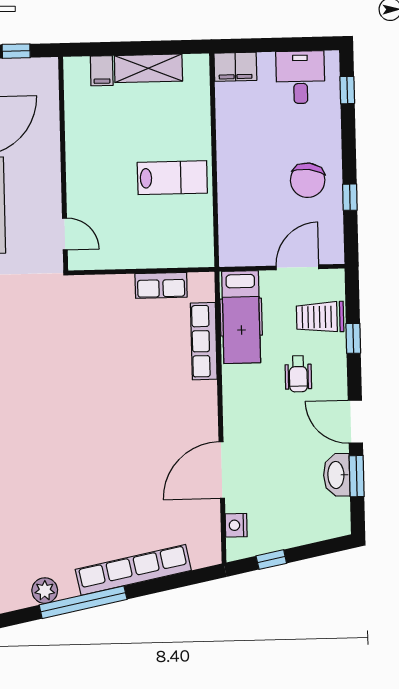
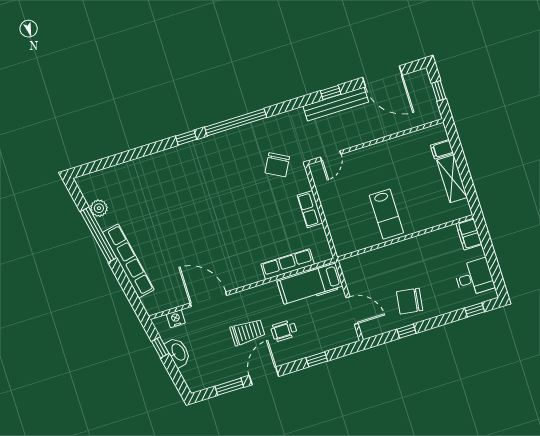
row of seats: (161, 285) -> (310, 209), moved
chair: (56, 315) -> (277, 165), added
trolley: (320, 317) -> (248, 332), moved, turned 90
washbasin: (337, 475) -> (178, 352), moved, turned 79

